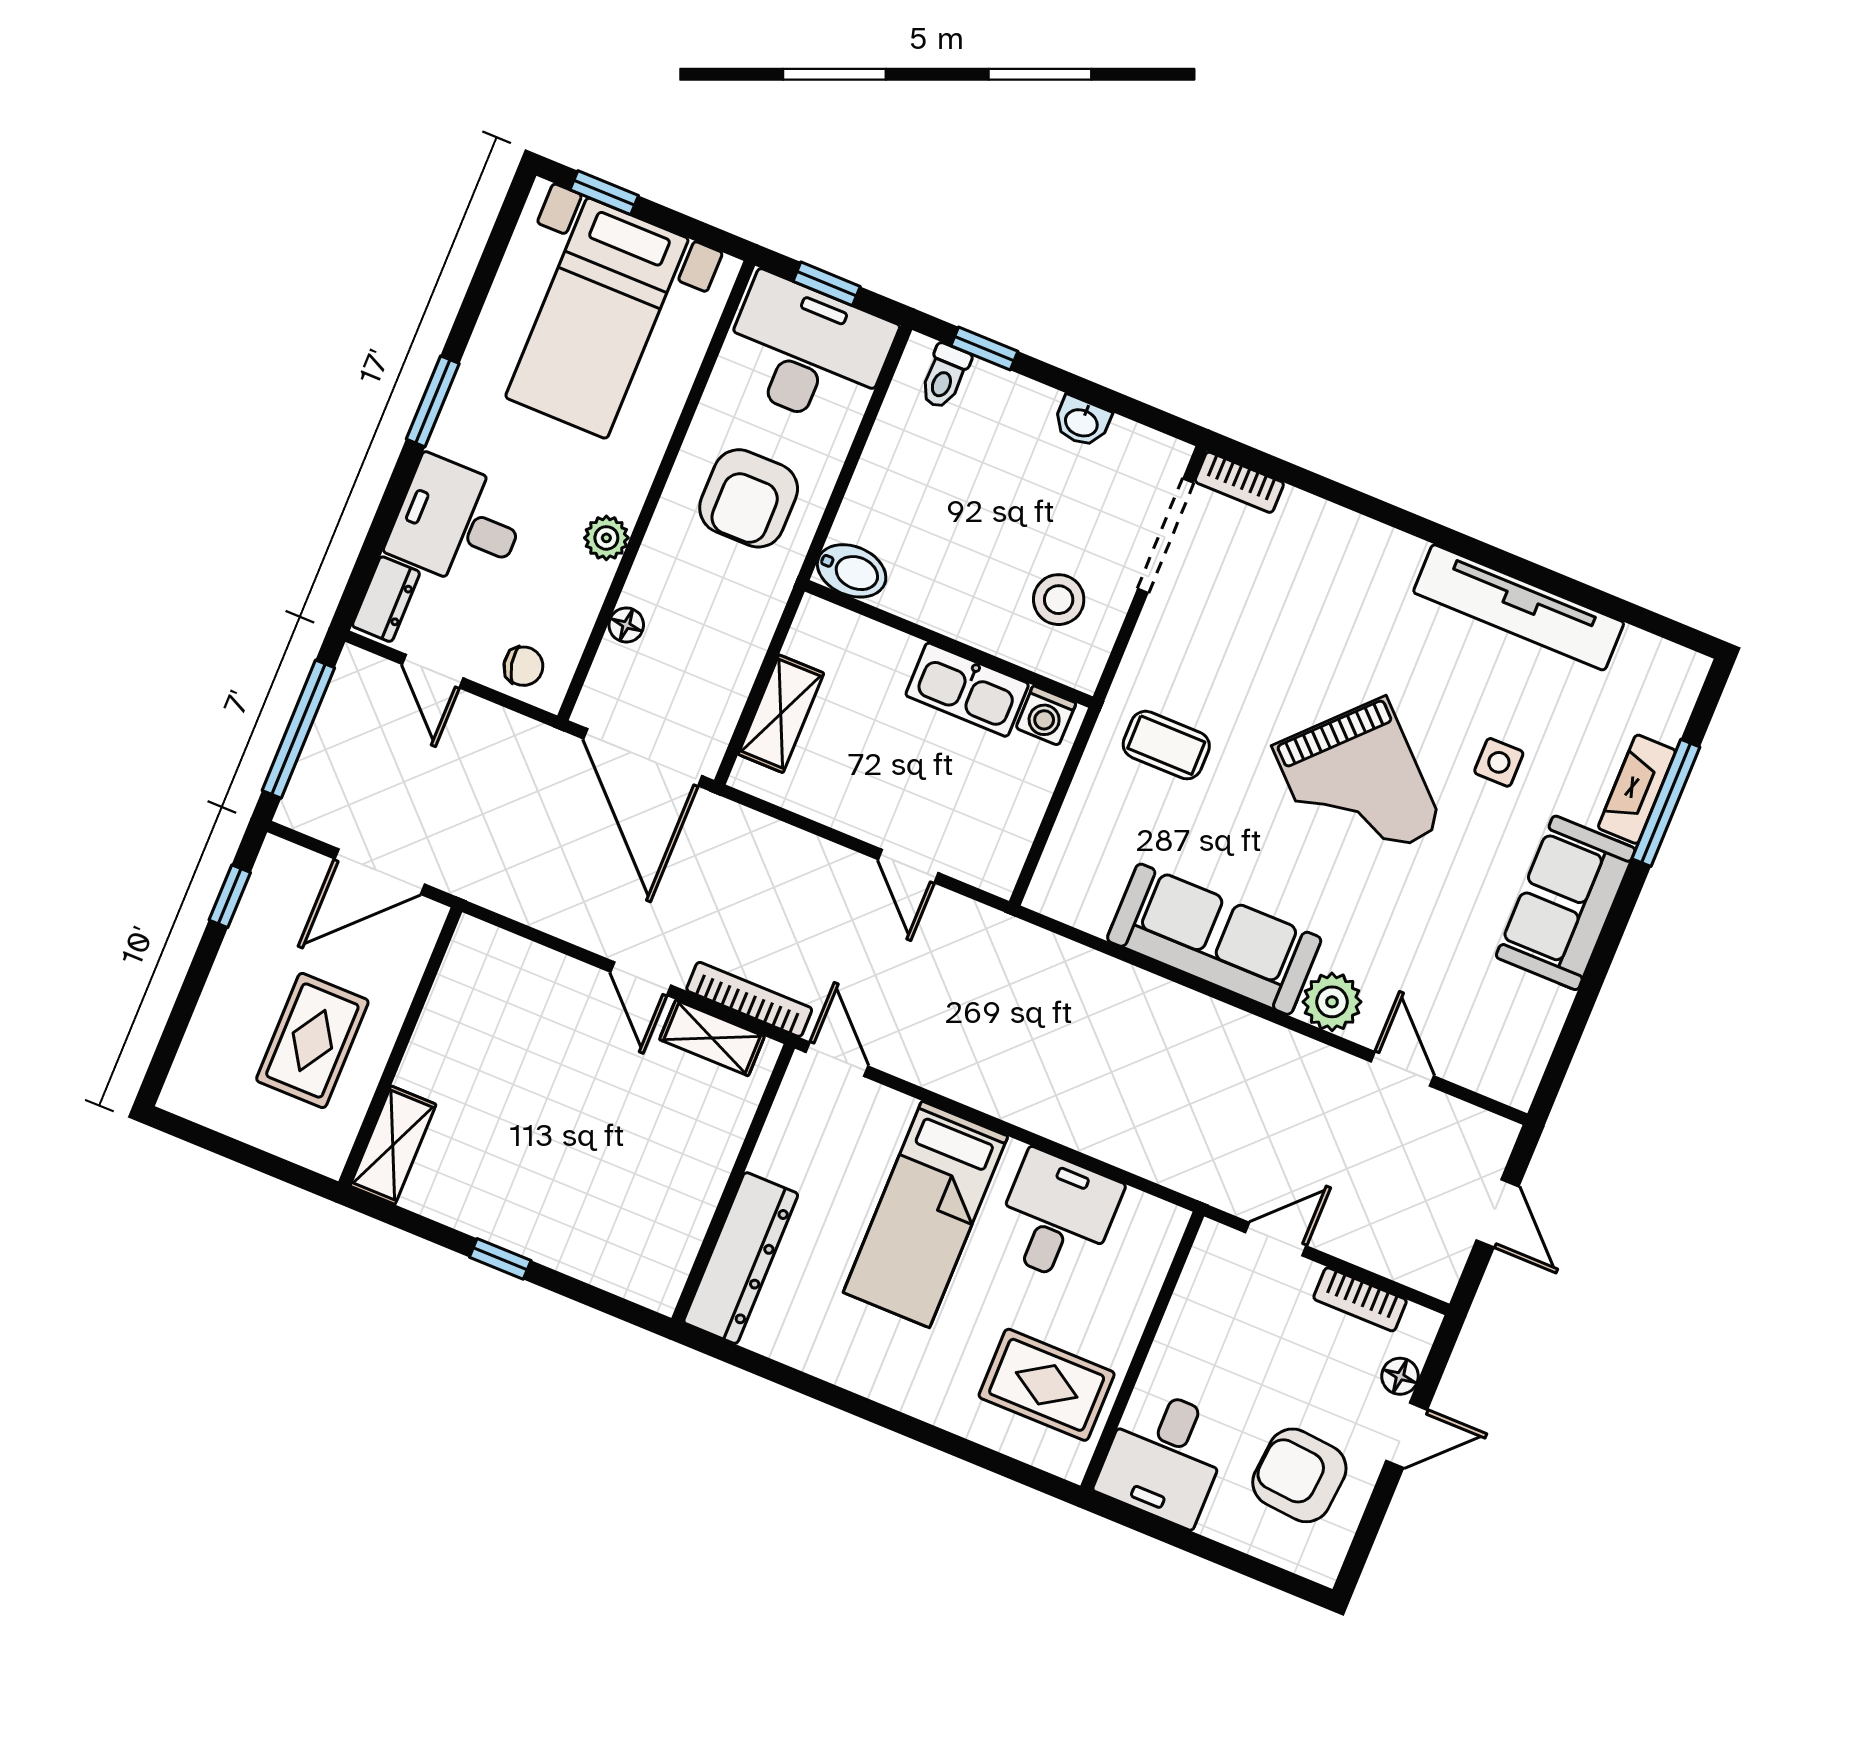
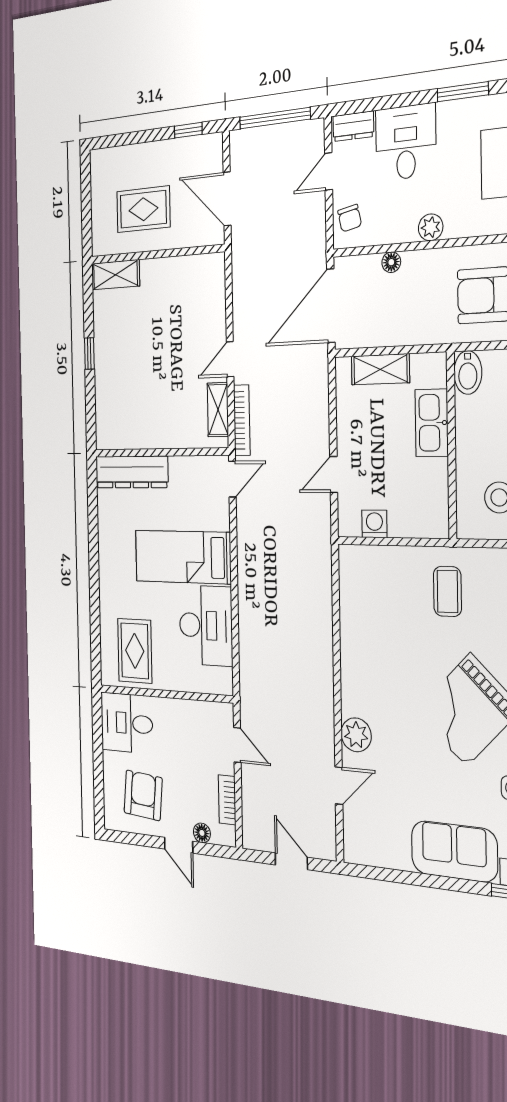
kitchen sink: (967, 690) -> (432, 423), moved
washing machine: (1046, 716) -> (374, 524), moved, turned 90
sofa: (1214, 939) -> (362, 658), removed
door: (1498, 1213) -> (291, 861), swing flipped
desk: (1057, 1217) -> (206, 625), width x1.37

